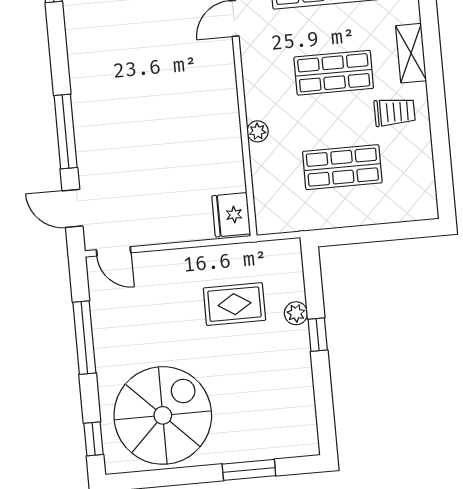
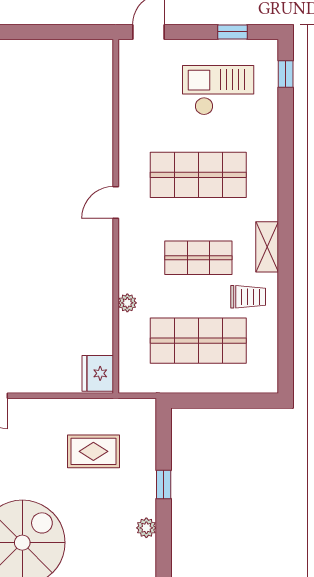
shop shelf: (342, 167) -> (198, 341), width x1.43, depth x1.36
plant: (296, 313) -> (146, 528), moved

